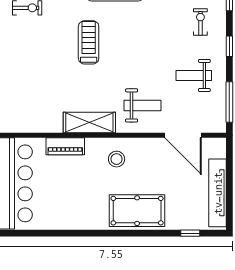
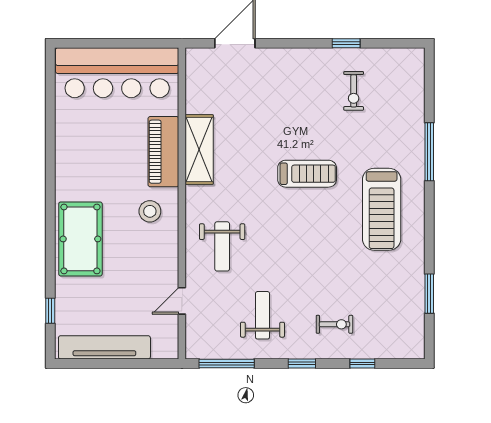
shelving: (89, 122) -> (199, 149), moved
door: (183, 135) -> (182, 301), width x0.53
piano: (65, 146) -> (163, 152), width x1.37, depth x1.33

